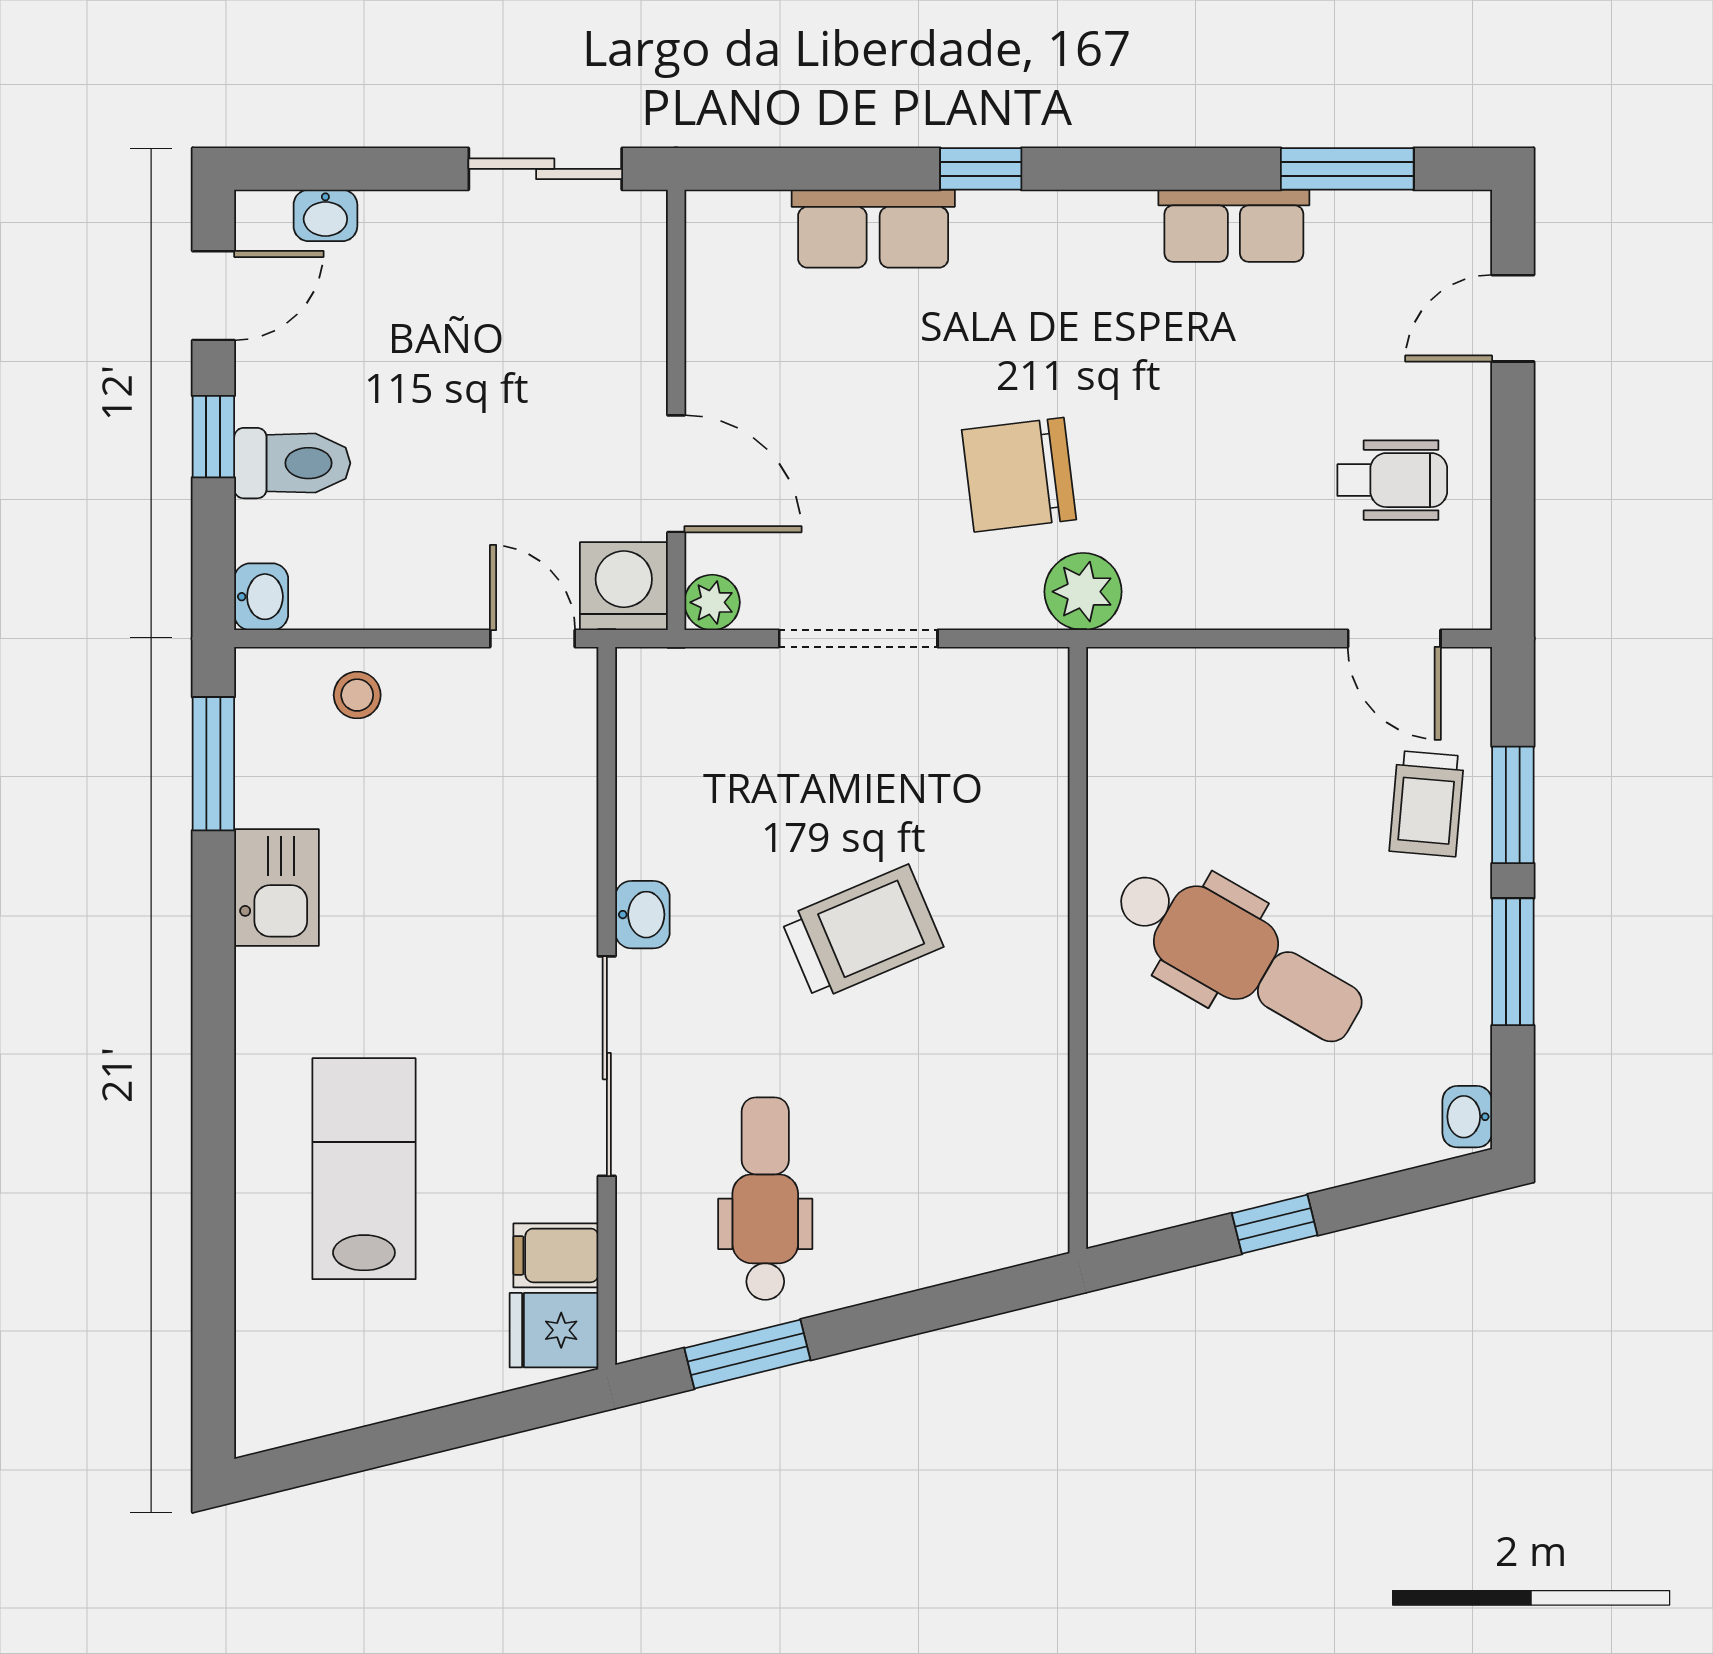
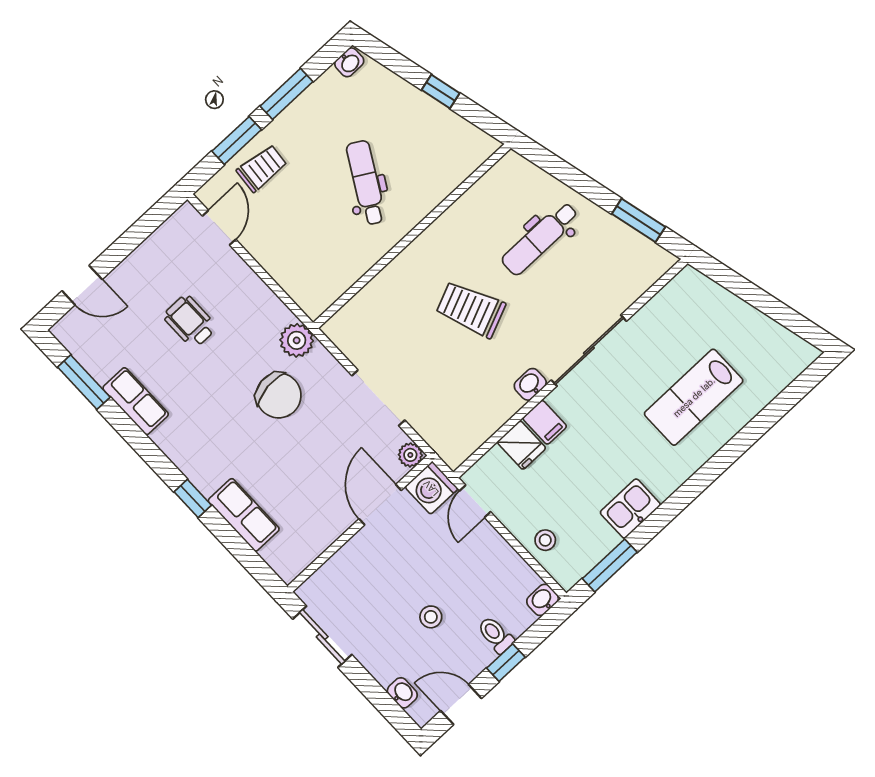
stool: (408, 382) -> (431, 617), added
toilet: (292, 463) -> (496, 635), width x0.73, depth x0.72
wheelchair: (1392, 480) -> (190, 322), moved
dental chair: (1239, 956) -> (366, 183), width x0.73, depth x0.72
dental chair: (765, 1199) -> (540, 239), moved
filing cabinet: (556, 1255) -> (545, 422), moved
fridge: (554, 1330) -> (521, 445), moved

